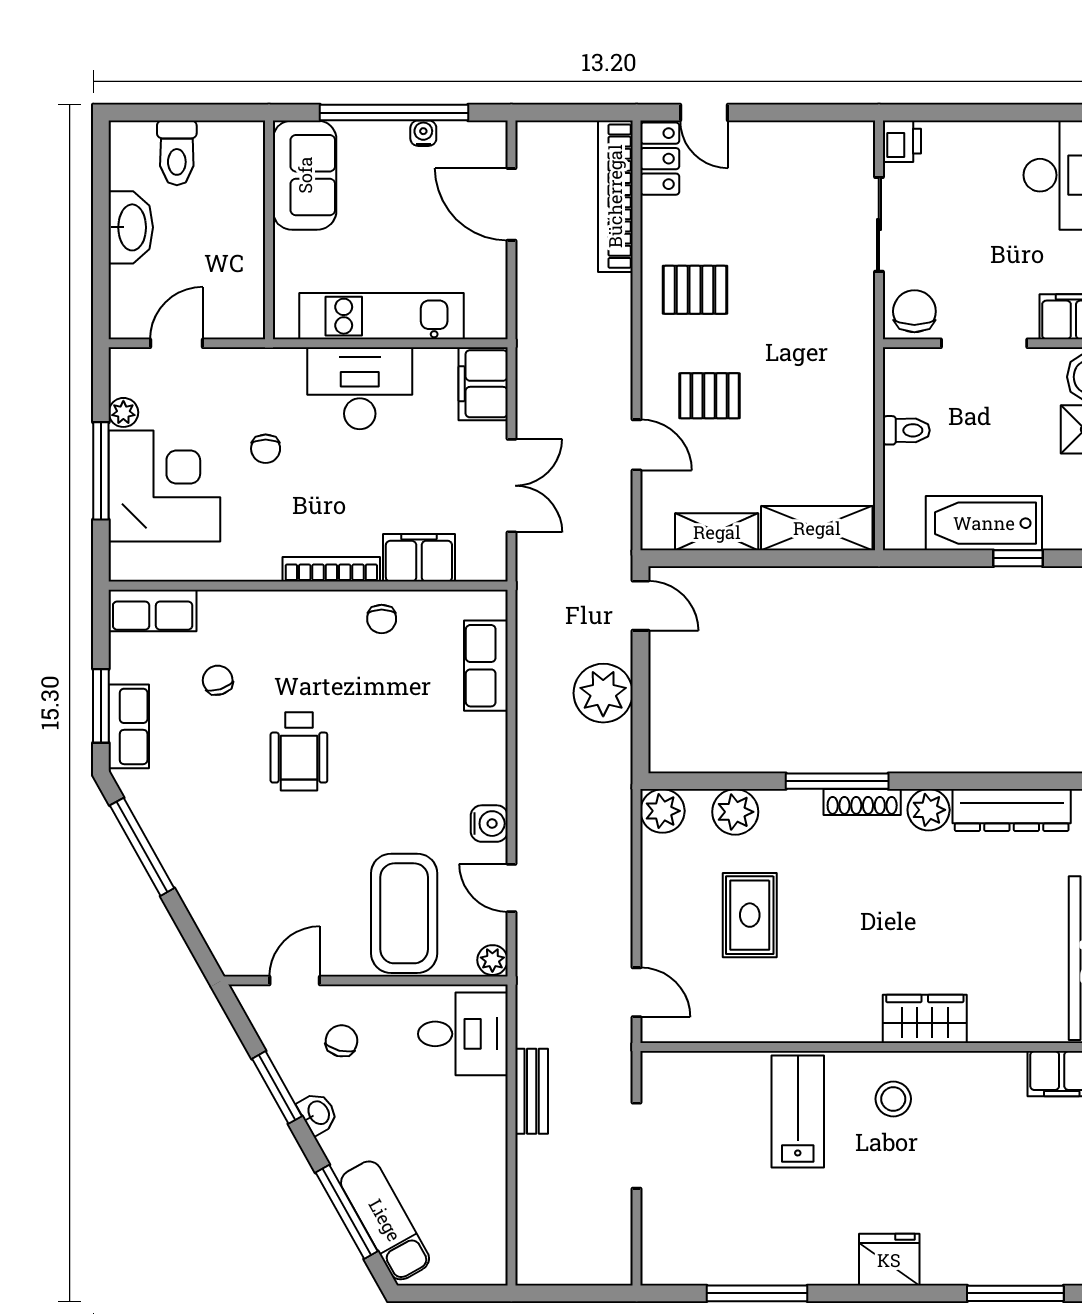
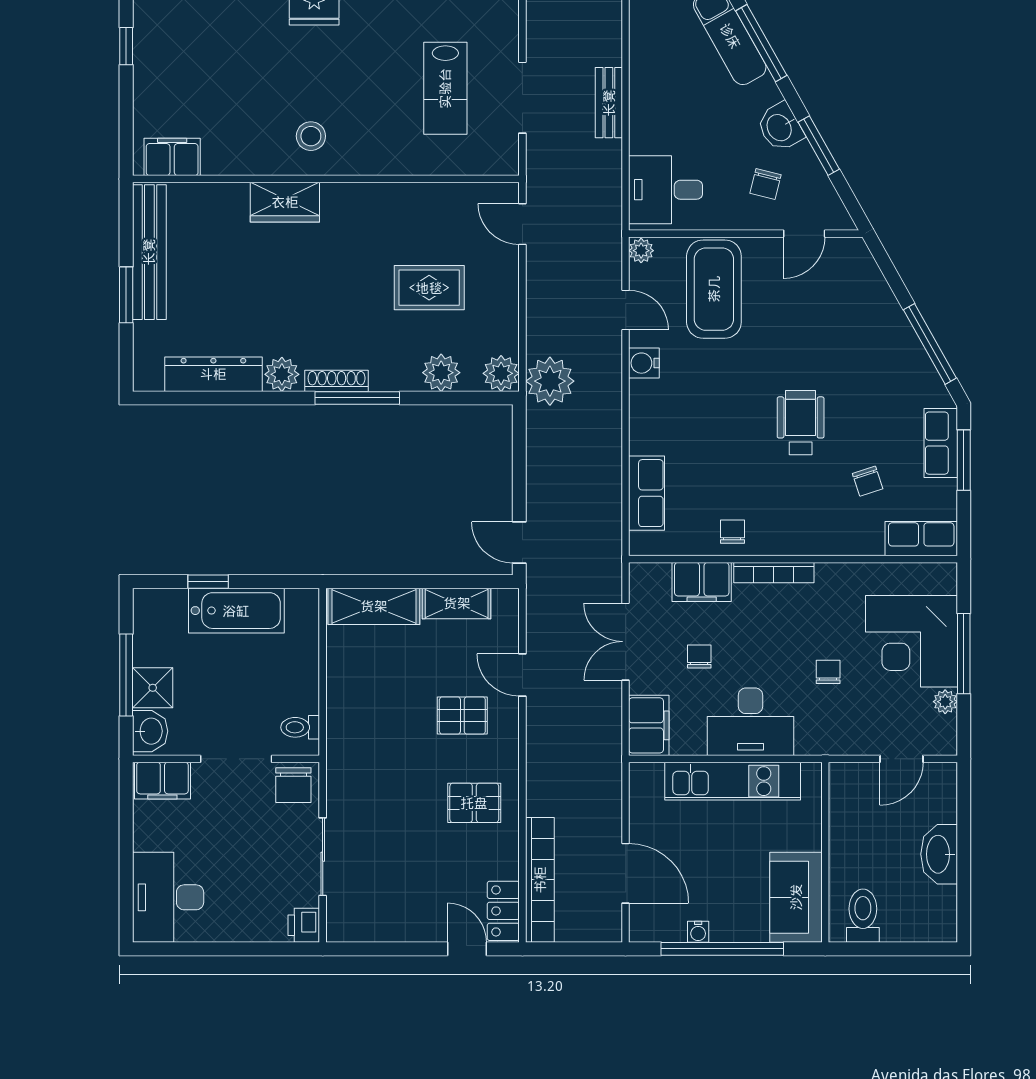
toilet: (177, 153) -> (863, 916), moved
toilet: (906, 430) -> (300, 727), moved
chair: (422, 467) -> (699, 657), added
plant: (603, 693) -> (550, 381), moved
rug: (750, 915) -> (429, 288), turned 90
bench: (532, 1091) -> (609, 103), moved
lab bench: (798, 1111) -> (445, 88), moved
washbasin: (318, 1113) -> (780, 127), width x1.38, depth x1.45

